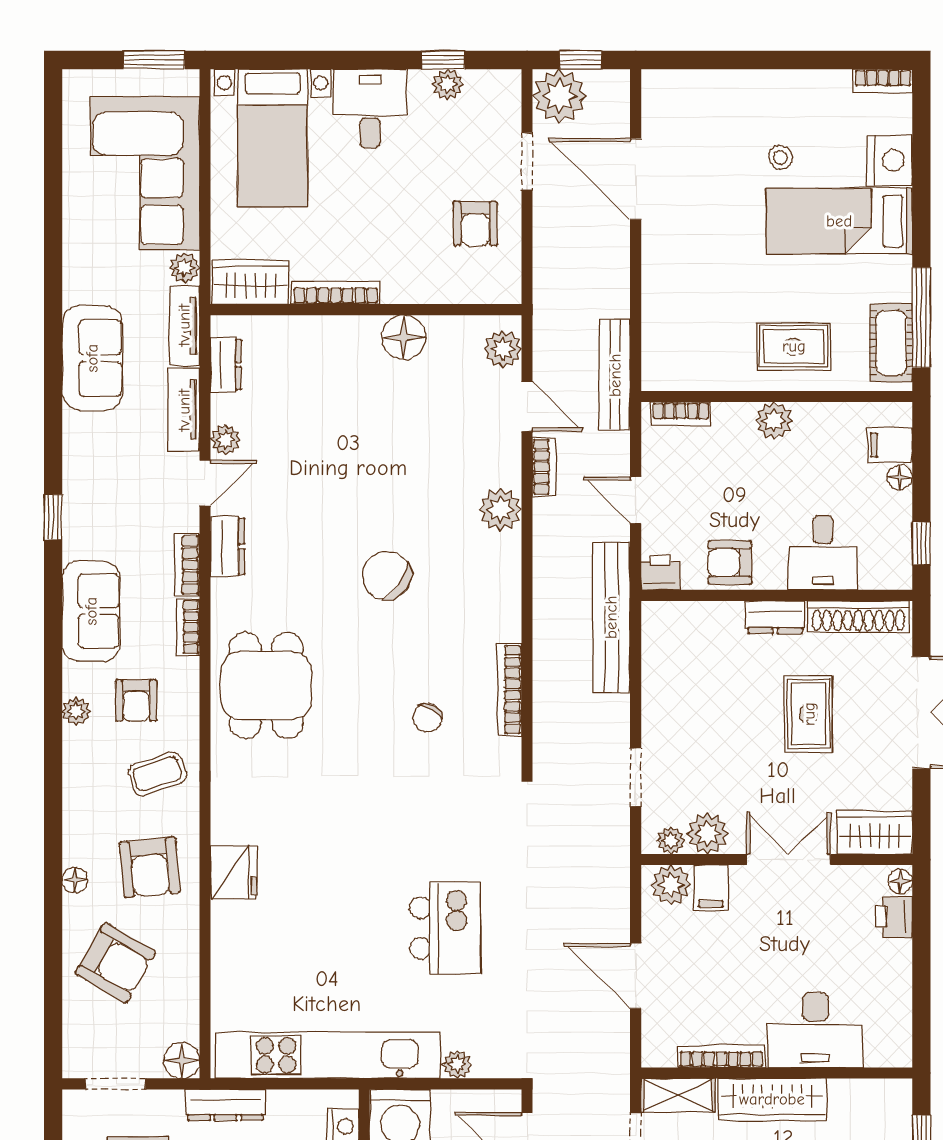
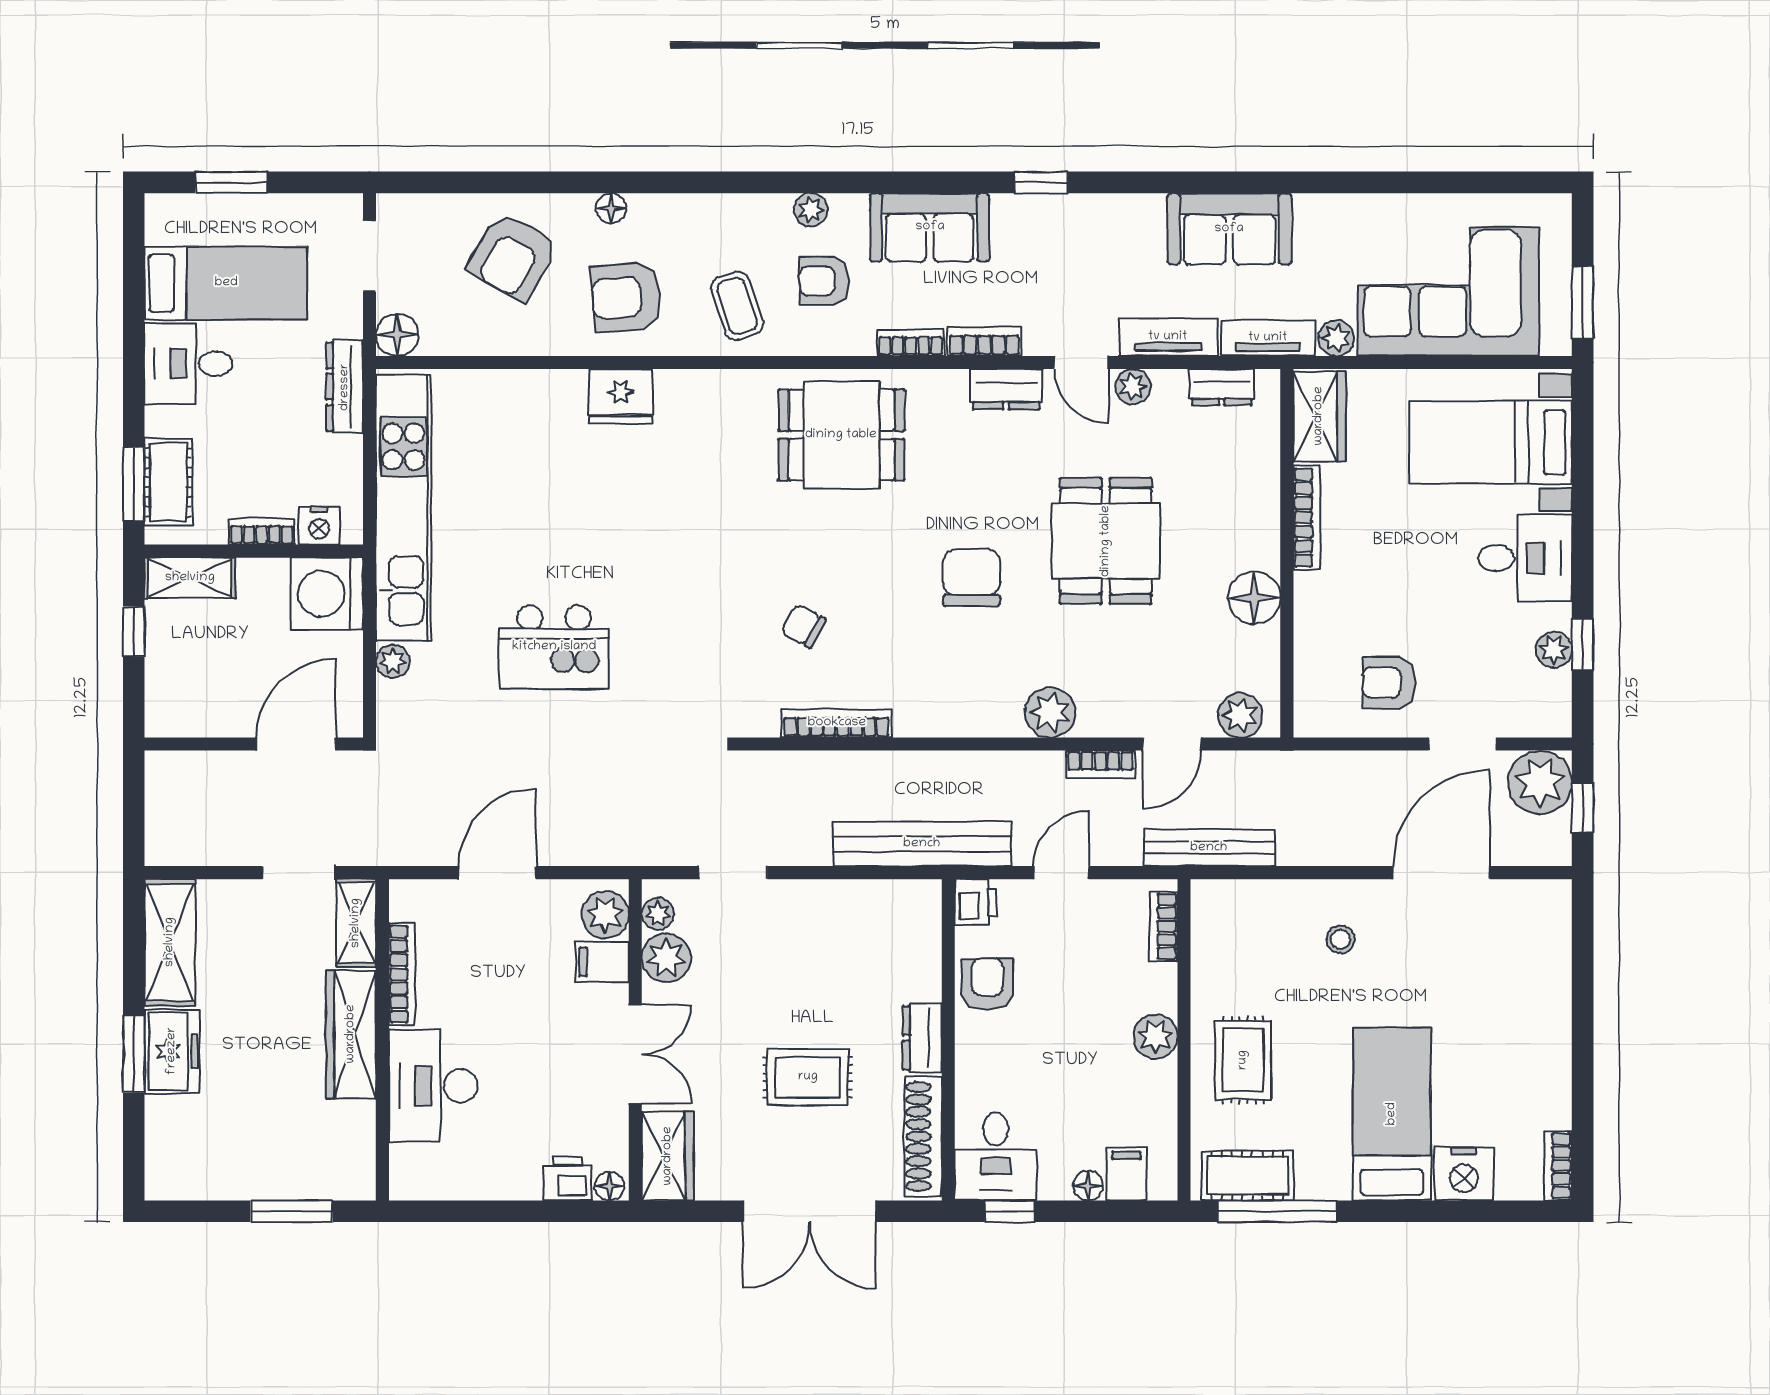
stool: (780, 157) -> (1340, 939), moved
dining table: (356, 463) -> (1106, 541), added
desk: (823, 553) -> (996, 1156), moved, turned -90
chair: (386, 576) -> (972, 577), turned -35

